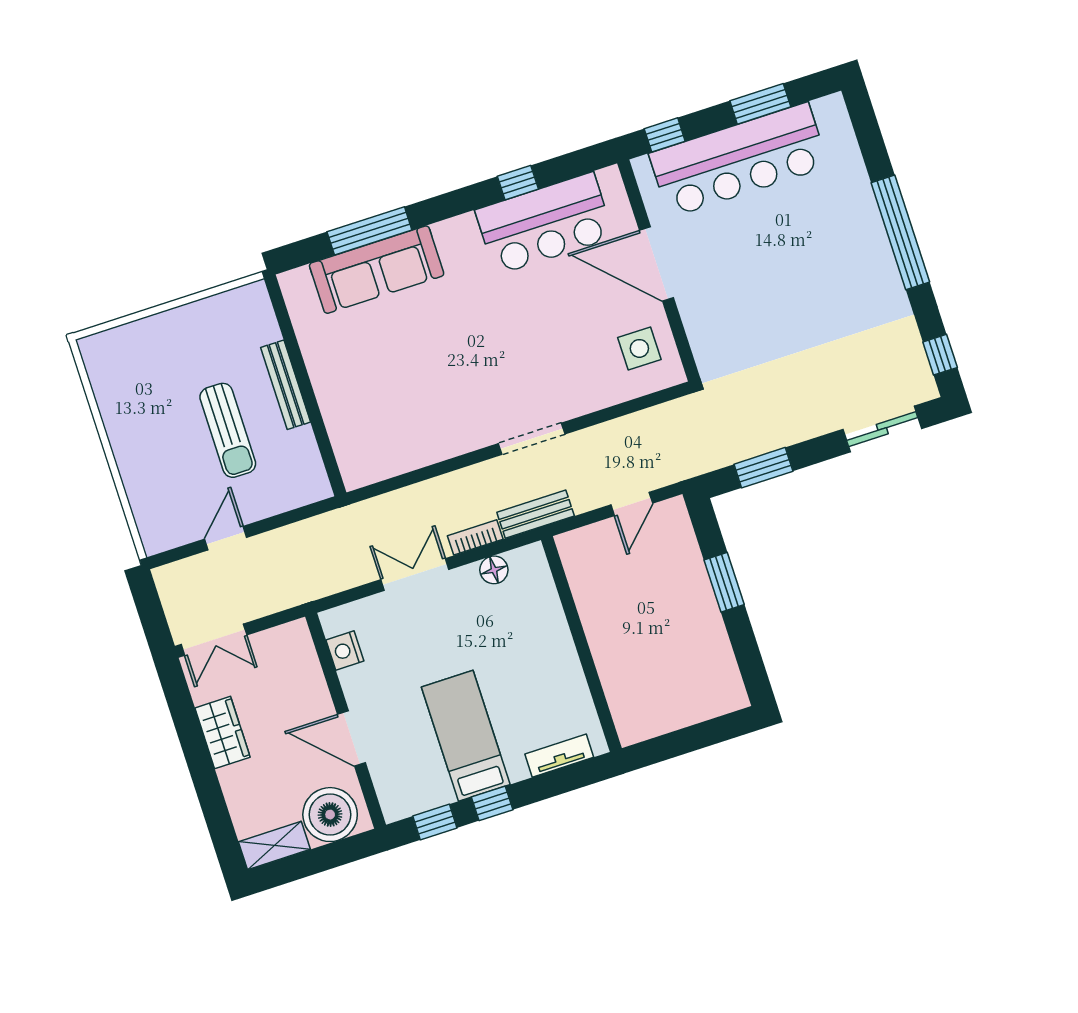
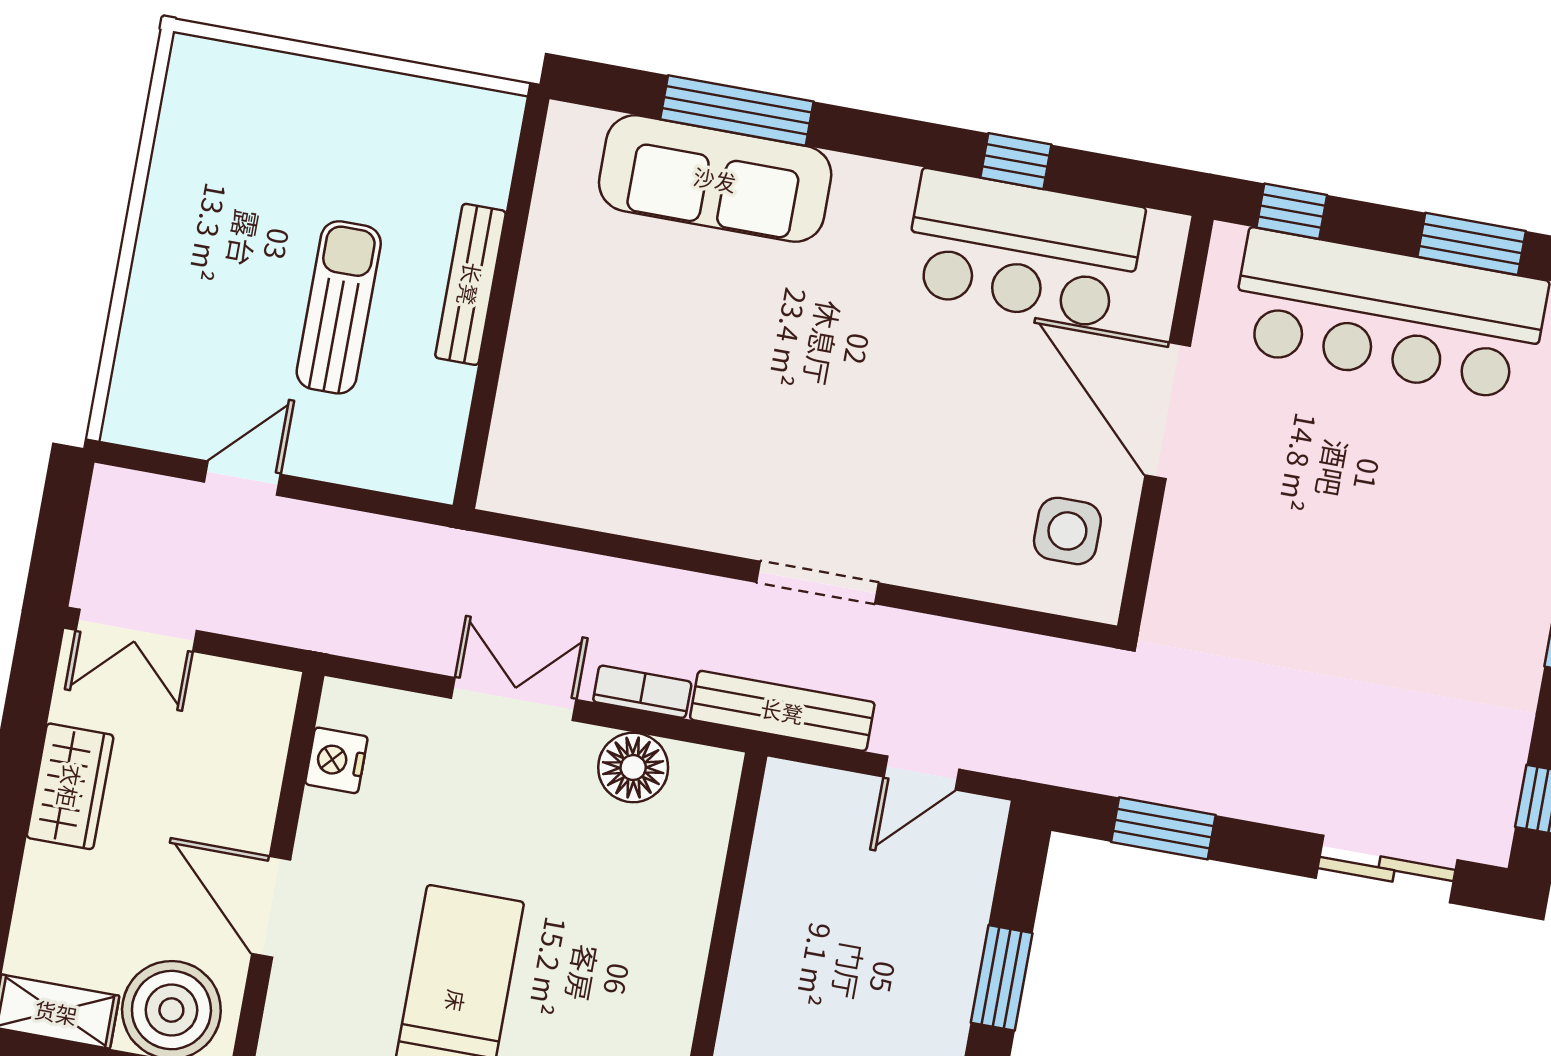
sun lounger: (228, 430) -> (339, 307), turned 180
bench: (536, 514) -> (782, 711), width x1.36
floor lamp: (494, 570) -> (633, 768), width x1.38, depth x1.38

